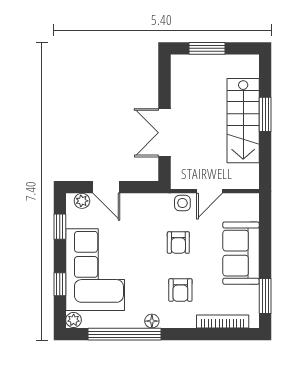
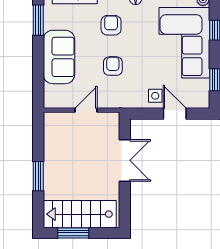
window: (207, 48) -> (73, 233), moved
stairs: (243, 121) -> (80, 214), moved, turned -90
plant: (82, 201) -> (196, 102), removed
side table: (182, 203) -> (155, 96), moved

